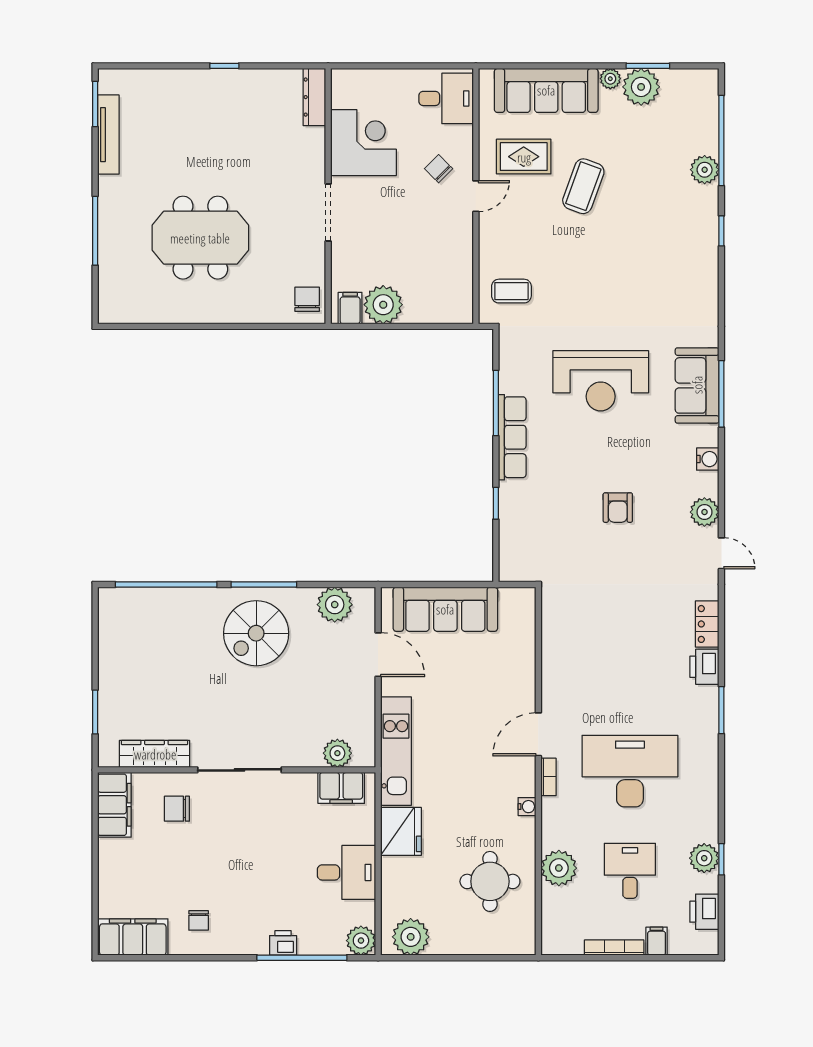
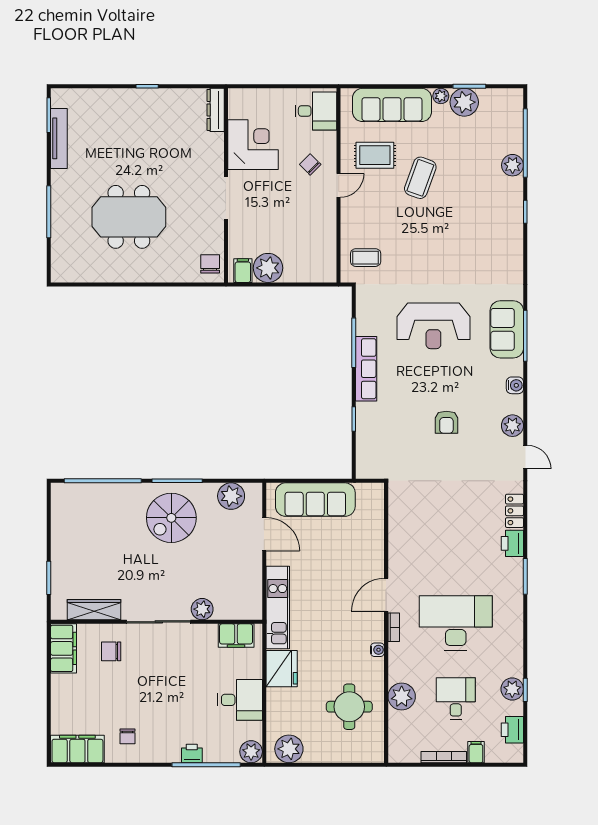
plant: (337, 753) -> (202, 609), moved

